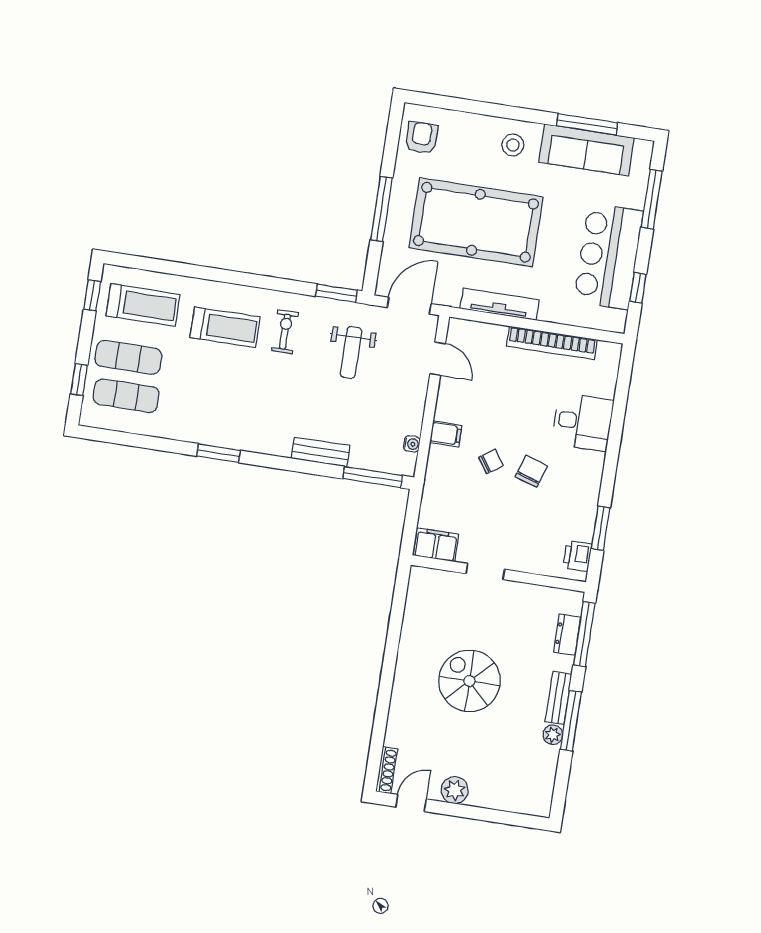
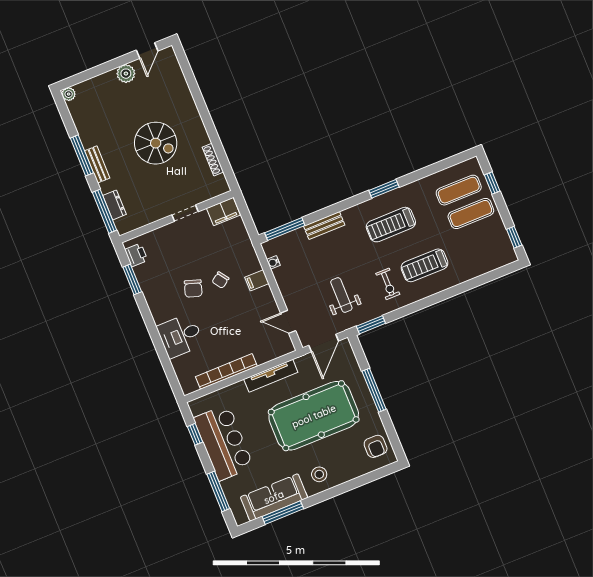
treadmill: (143, 305) -> (391, 225), moved
plant: (553, 735) -> (69, 94), moved
shoe rack: (387, 770) -> (213, 160), moved

